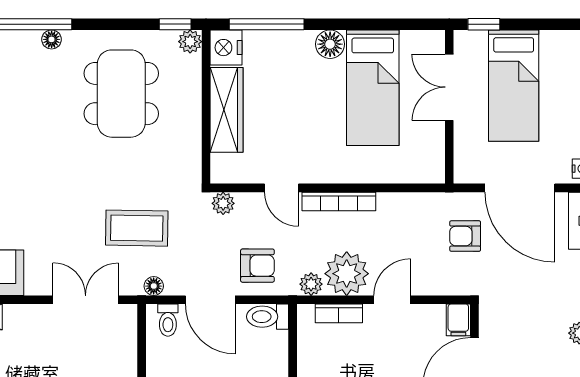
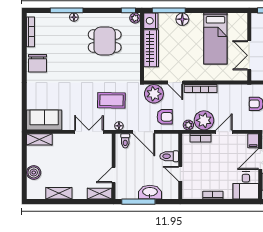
floor lamp: (330, 44) -> (182, 19), moved
double door: (449, 87) -> (249, 55), moved
dining table: (121, 94) -> (105, 41), width x0.73
plant: (223, 203) -> (154, 94), width x1.87, depth x1.87
toilet: (268, 317) -> (169, 156), moved

